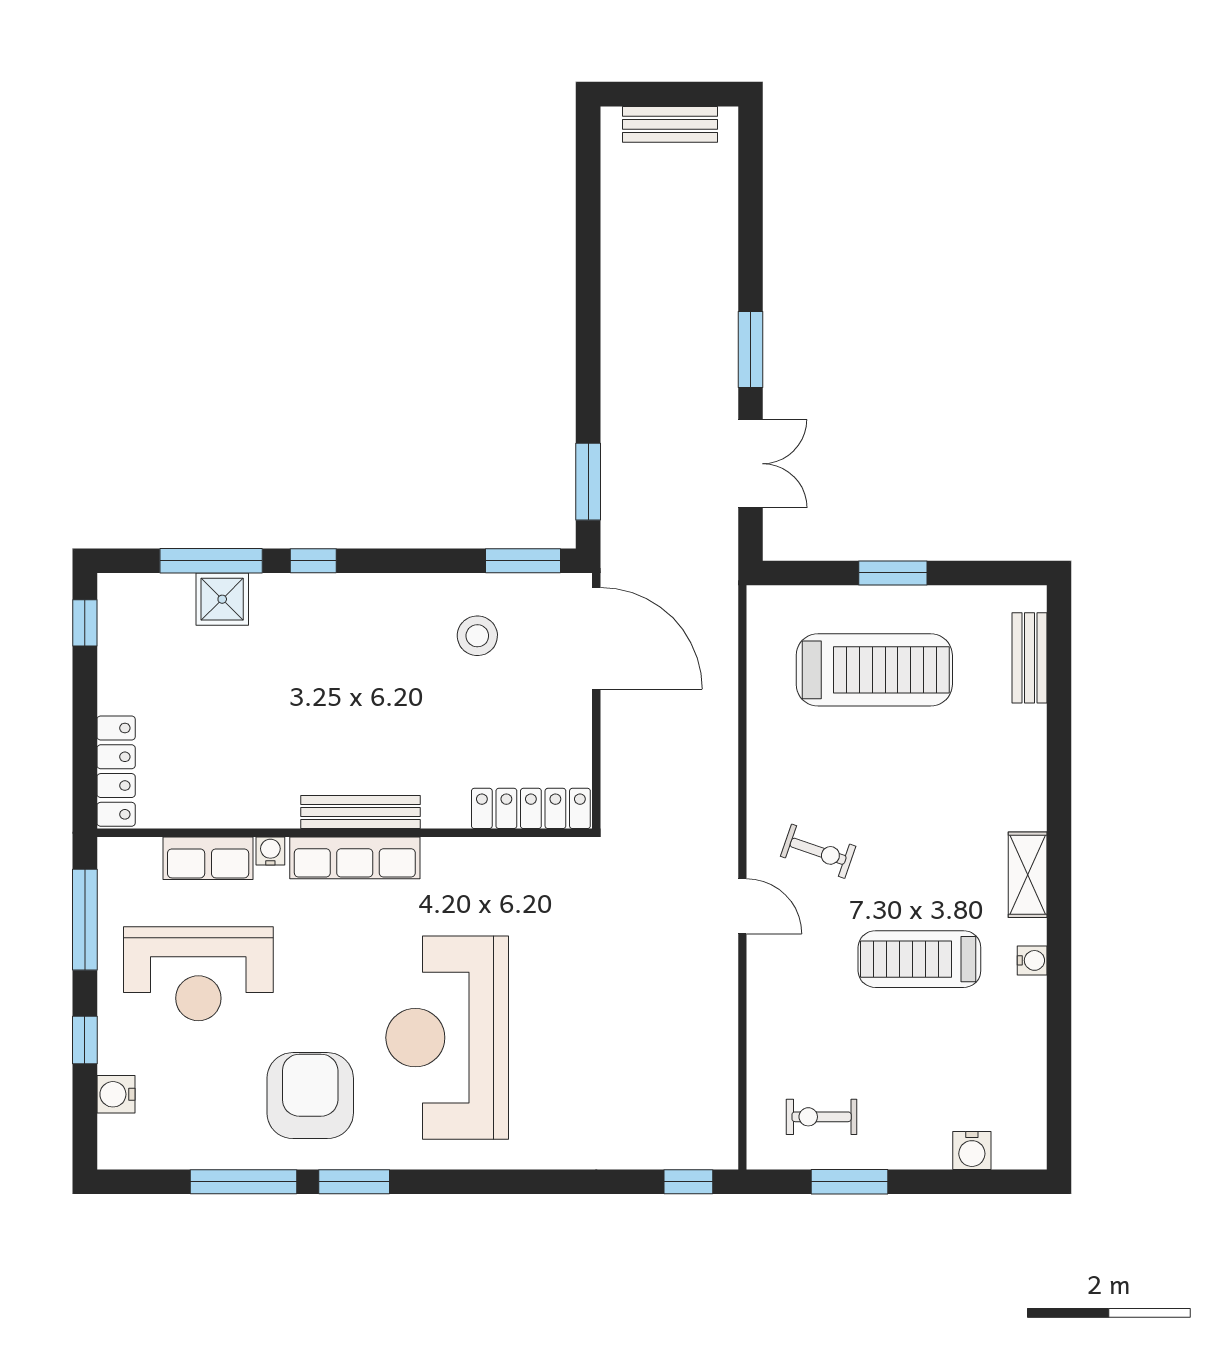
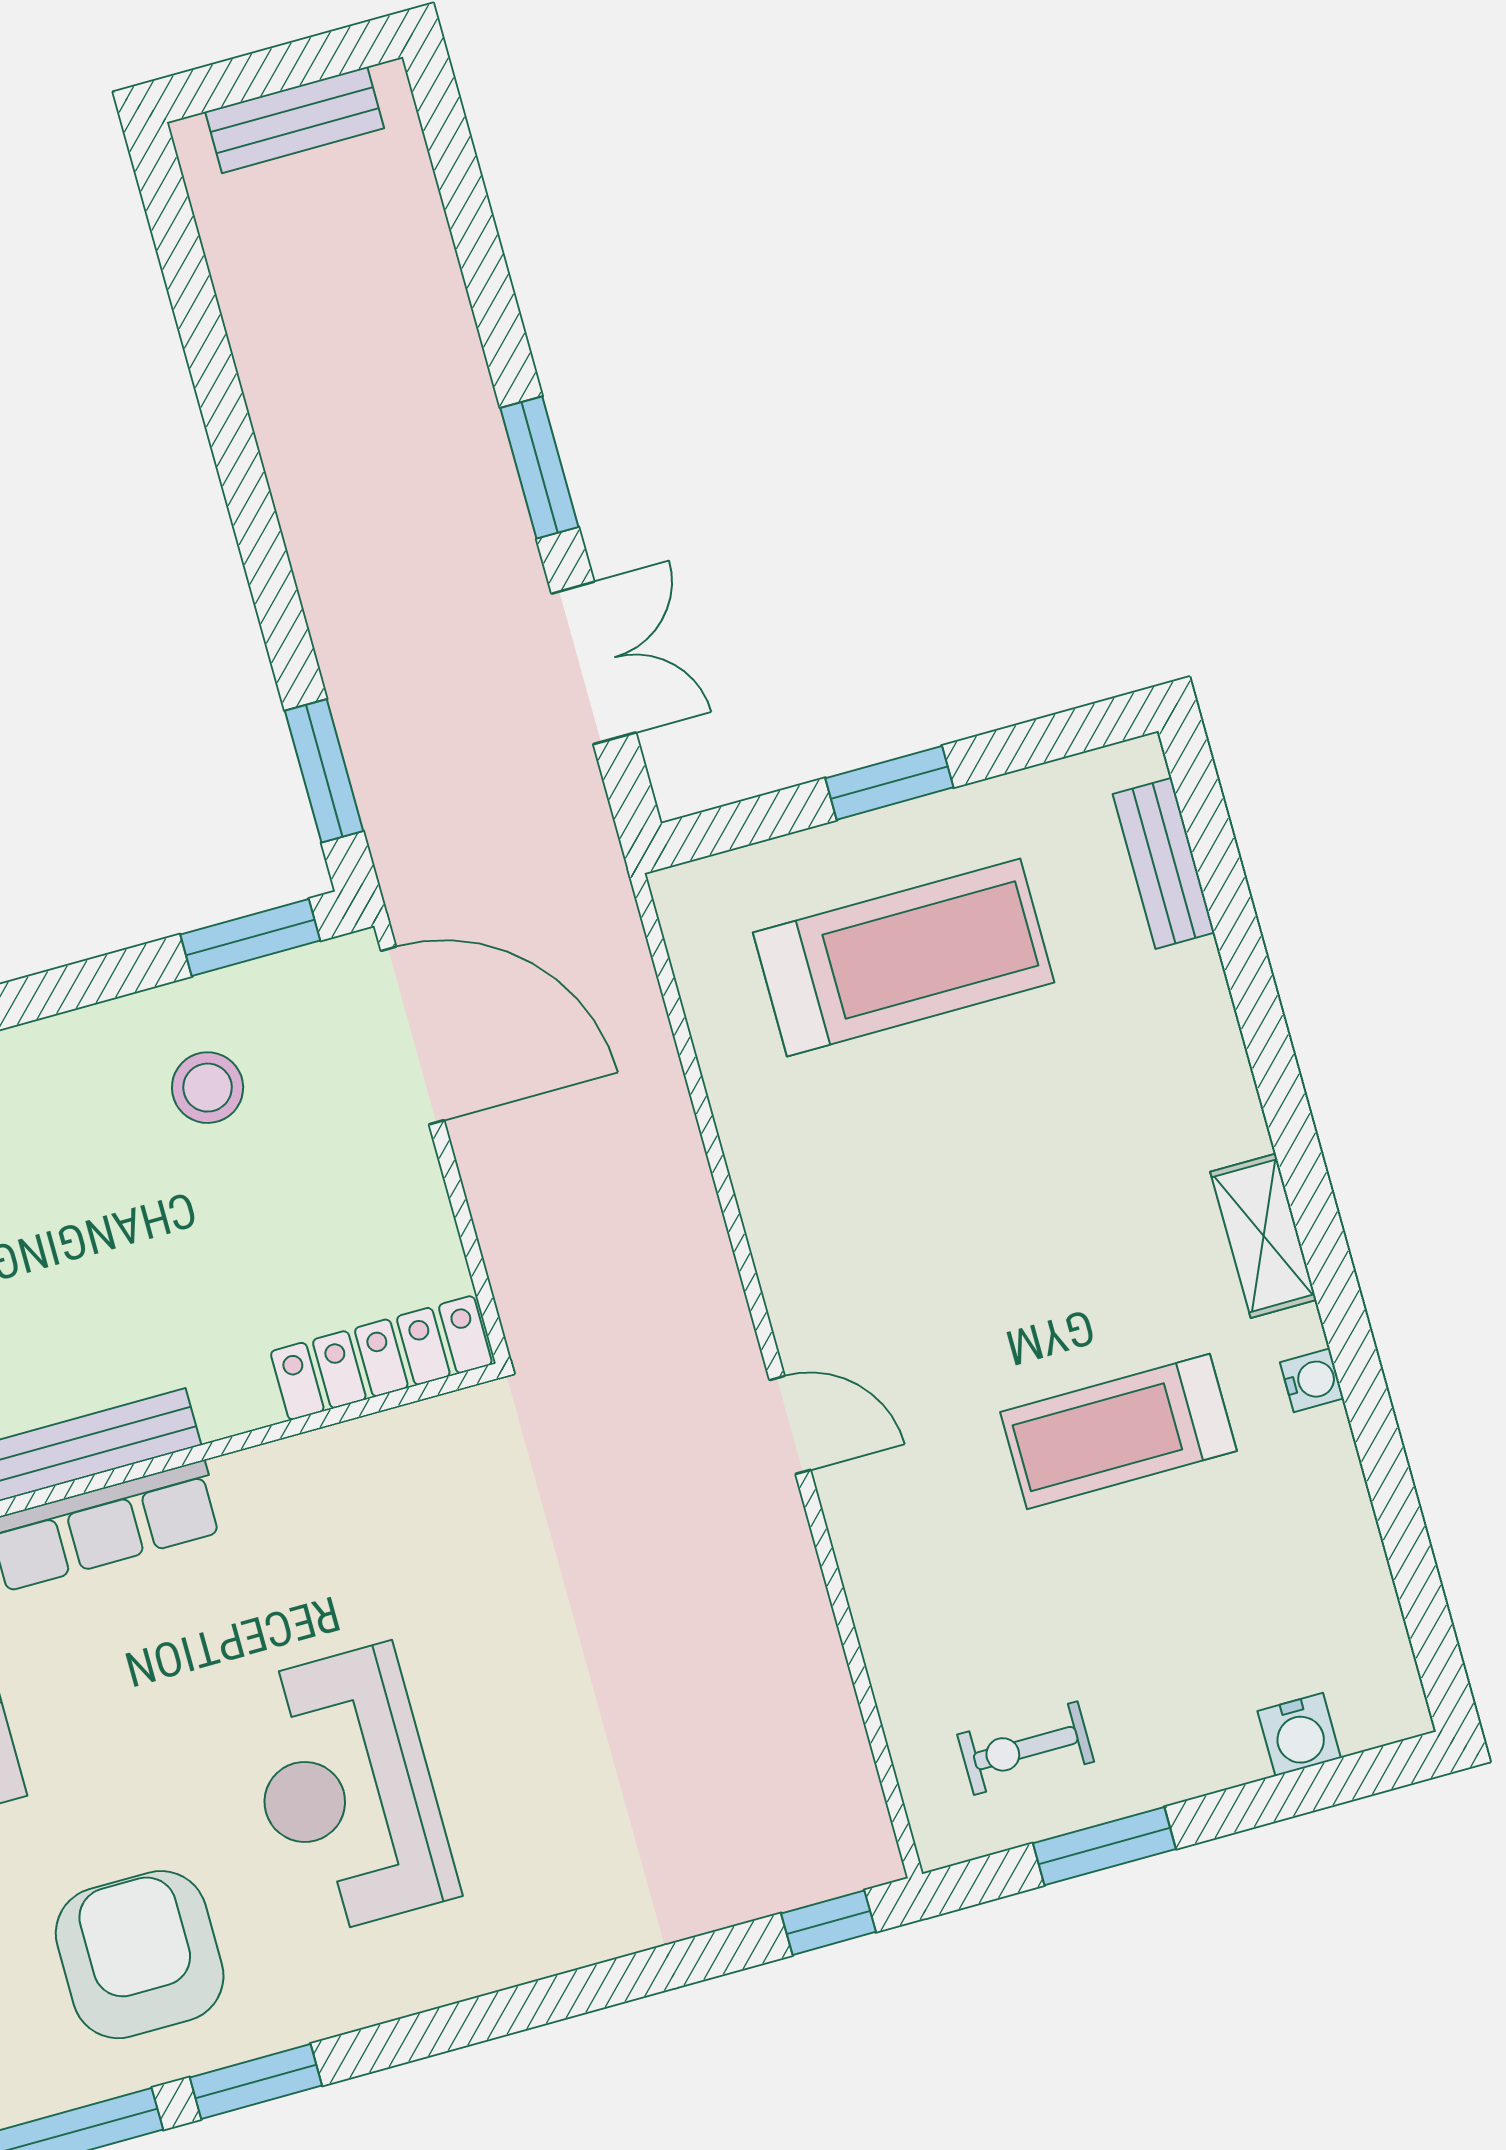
exercise bike: (818, 851) -> (894, 1295), removed
reception desk: (447, 1038) -> (347, 1790), width x0.74, depth x0.77

